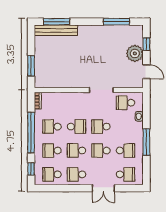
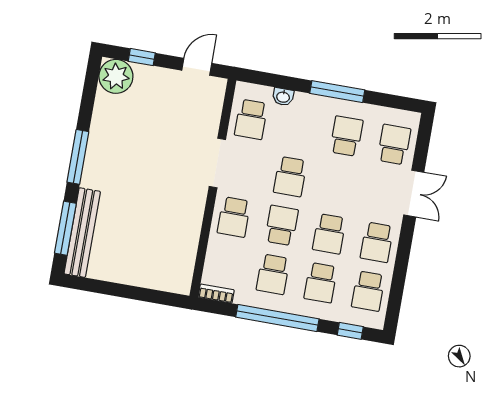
window: (116, 22) -> (78, 157), moved
plant: (135, 53) -> (116, 76), moved
window: (31, 66) -> (145, 295), removed
school desk: (101, 150) -> (234, 217), moved

